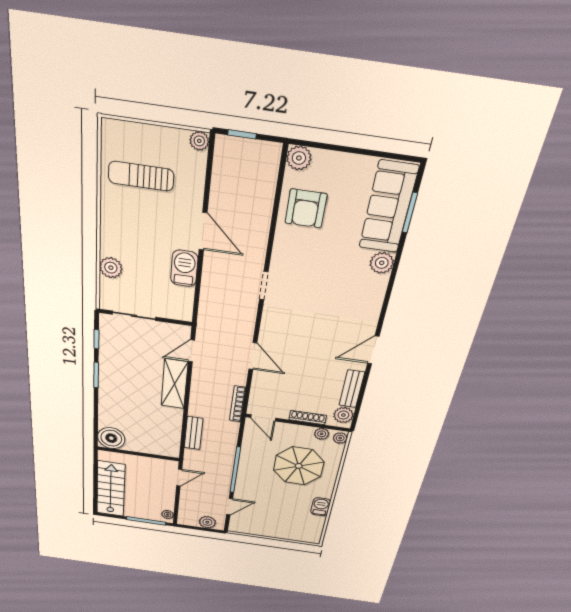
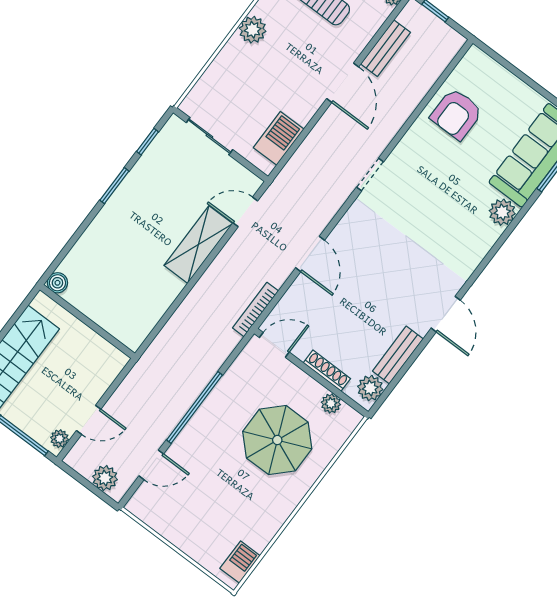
plant: (299, 158) -> (475, 61), removed
plant: (111, 268) -> (253, 30), moved
barbecue: (184, 268) -> (279, 138), moved
door: (373, 350) -> (446, 314), swing flipped
door: (263, 418) -> (274, 345), swing flipped
bench: (194, 433) -> (386, 48), moved
boiler: (111, 438) -> (57, 283), width x0.54, depth x0.54
plant: (340, 438) -> (350, 421), removed
door: (179, 478) -> (89, 420), moved
barbecue: (321, 507) -> (240, 562), moved

